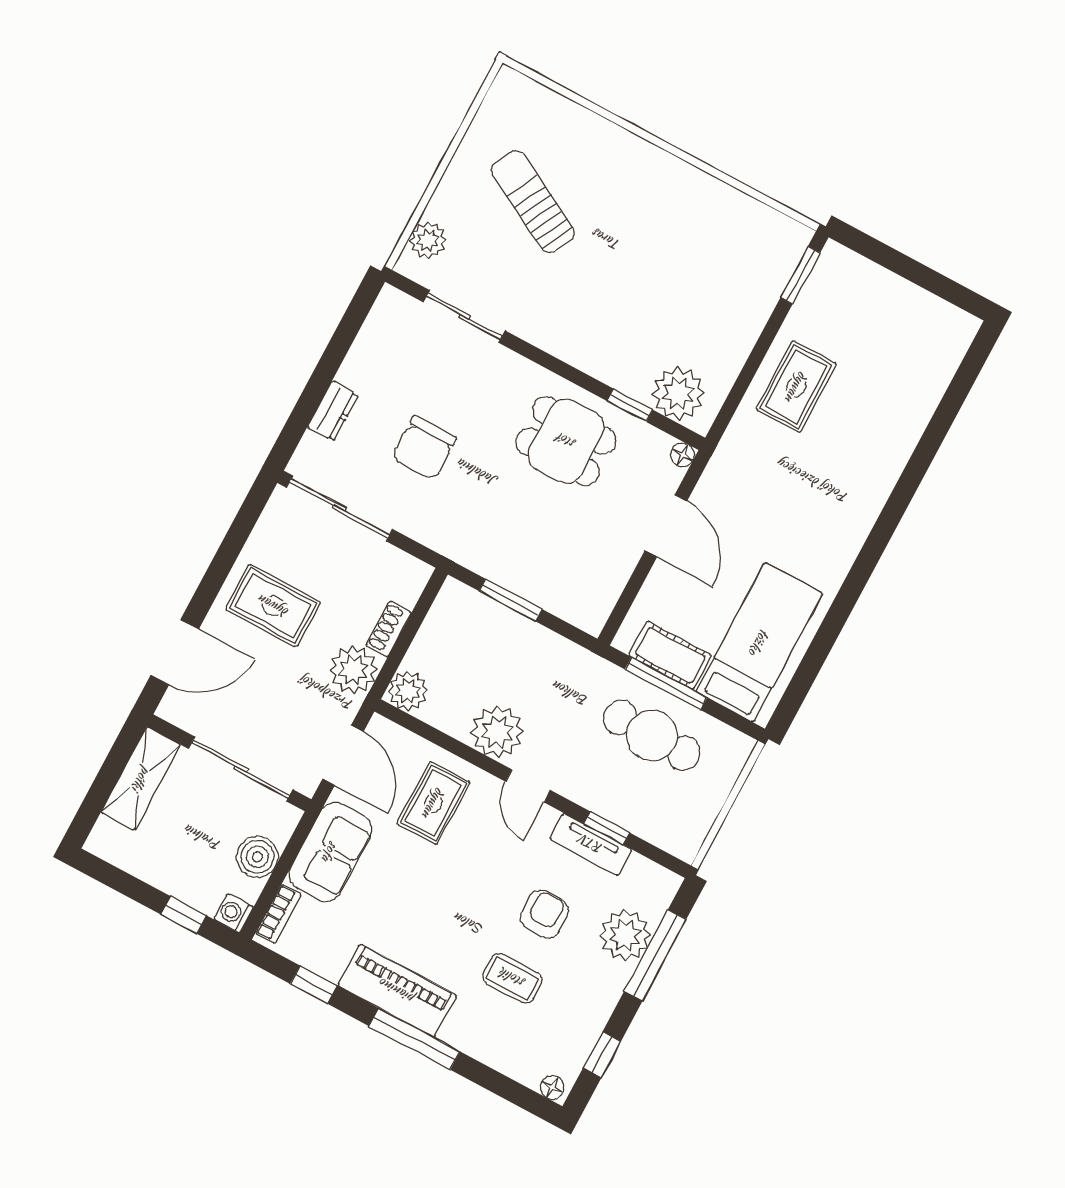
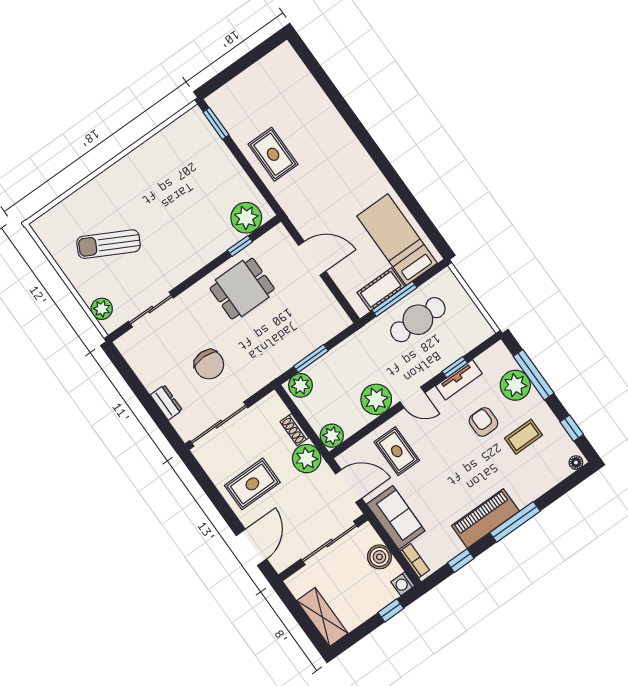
floor lamp: (682, 455) -> (279, 231), removed
plant: (461, 605) -> (300, 385), added
shelving: (141, 779) -> (322, 617), moved
coffee table: (512, 978) -> (524, 437), moved

